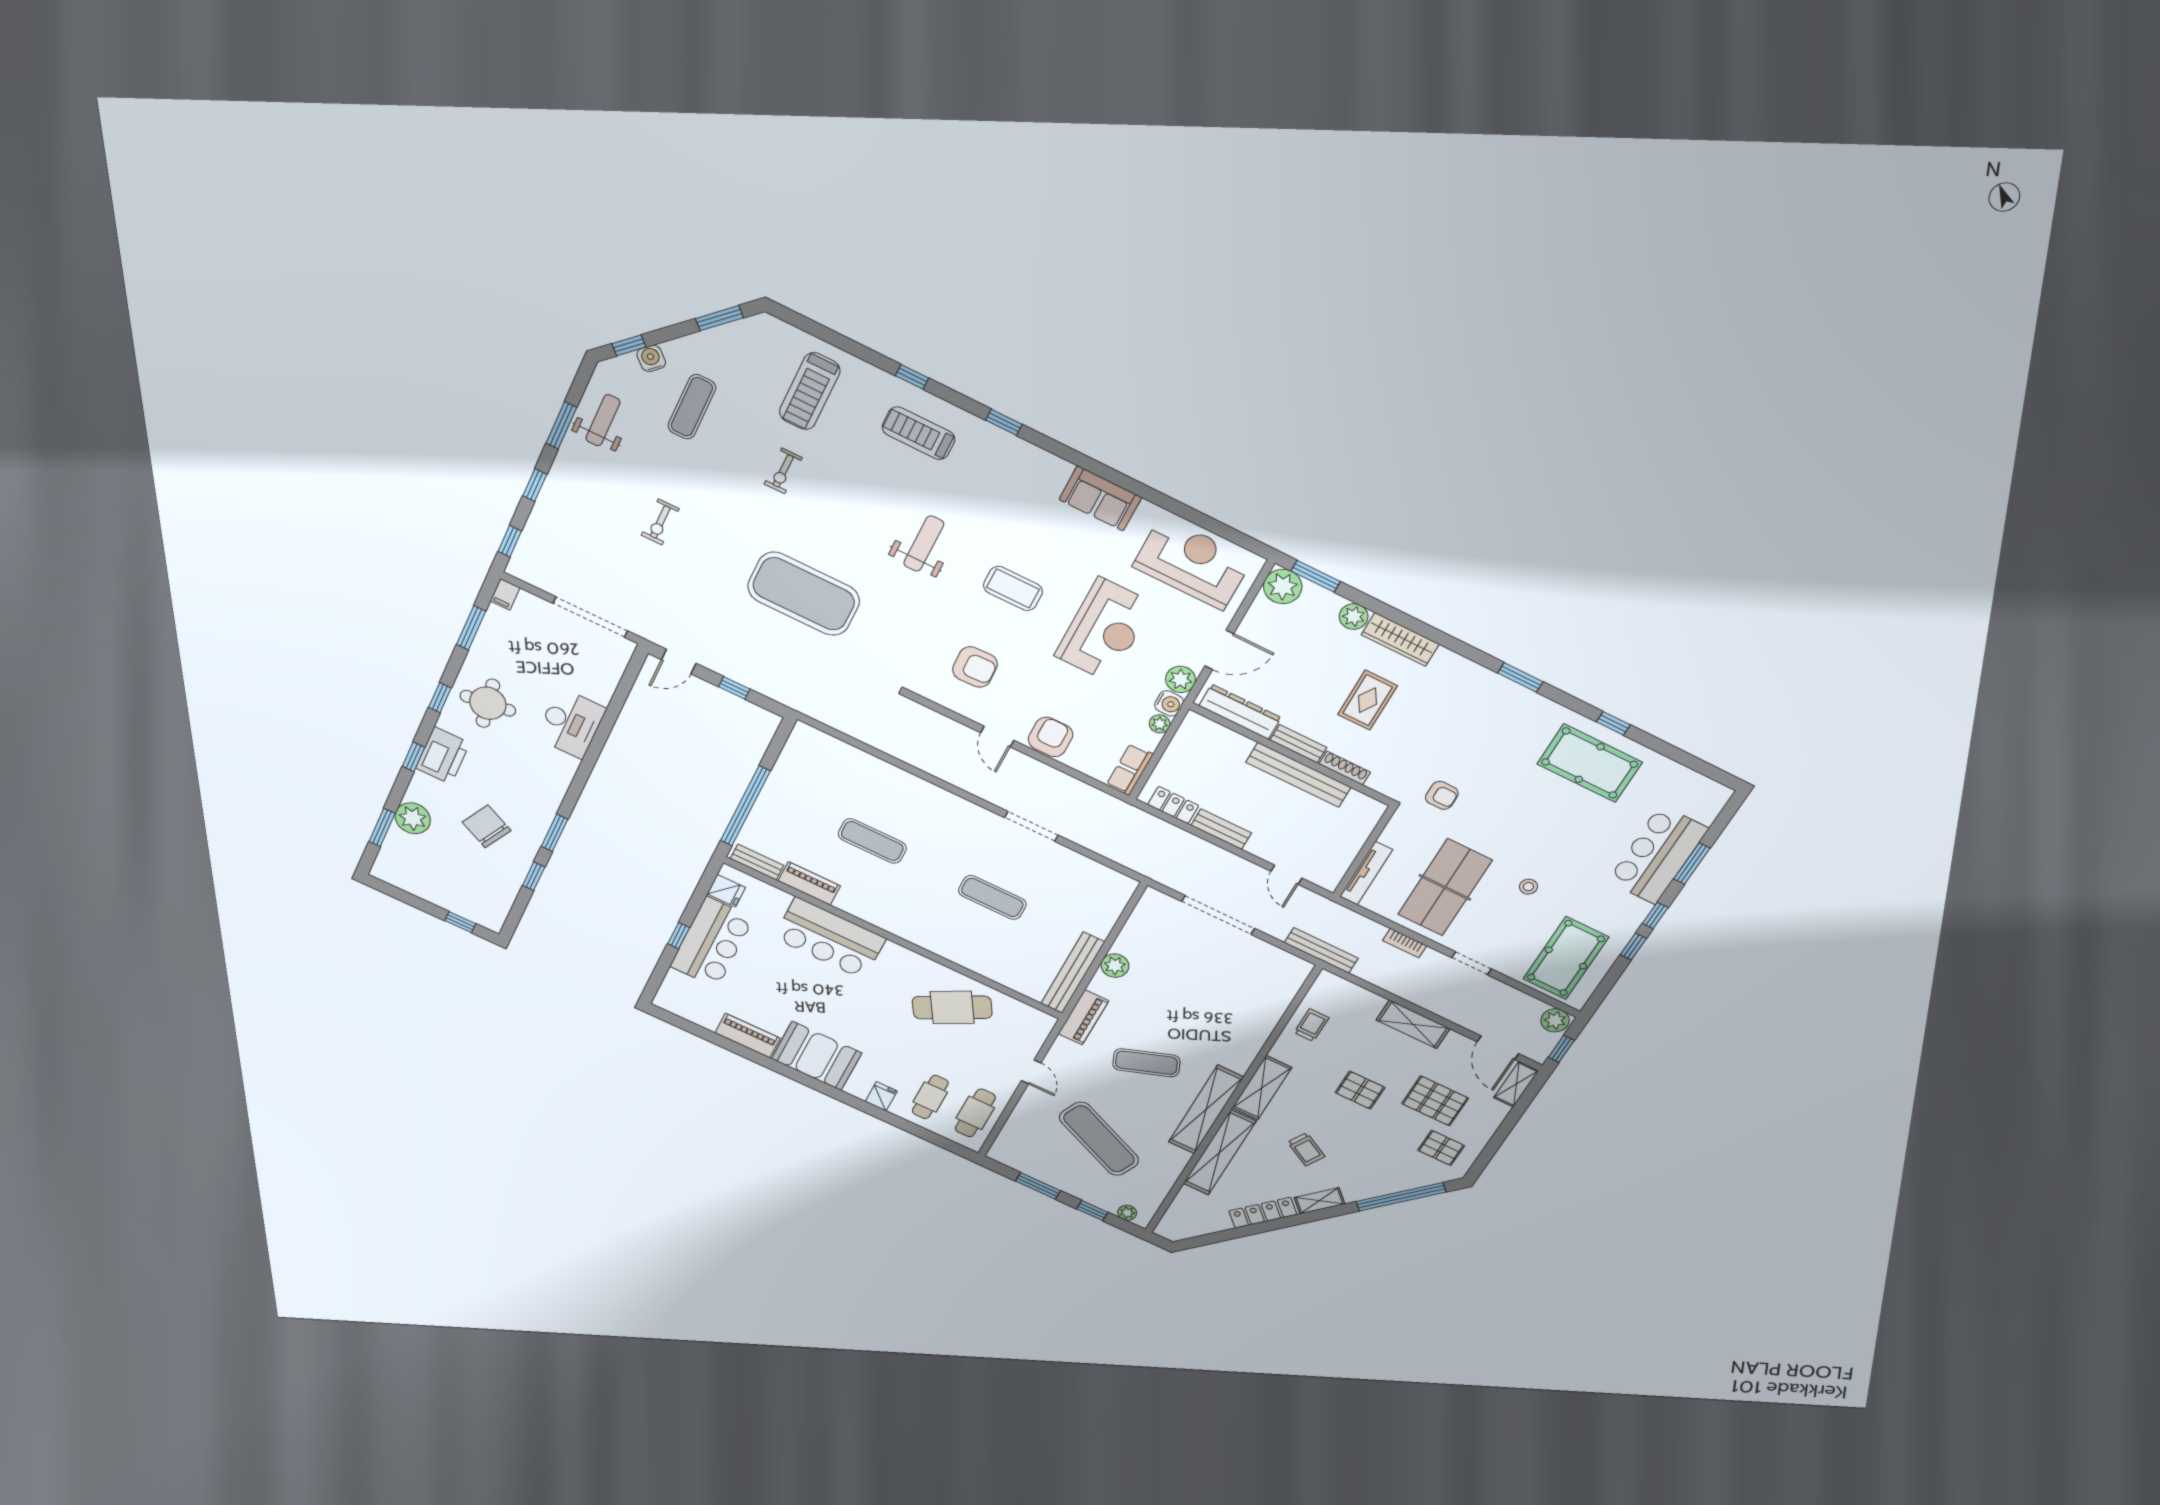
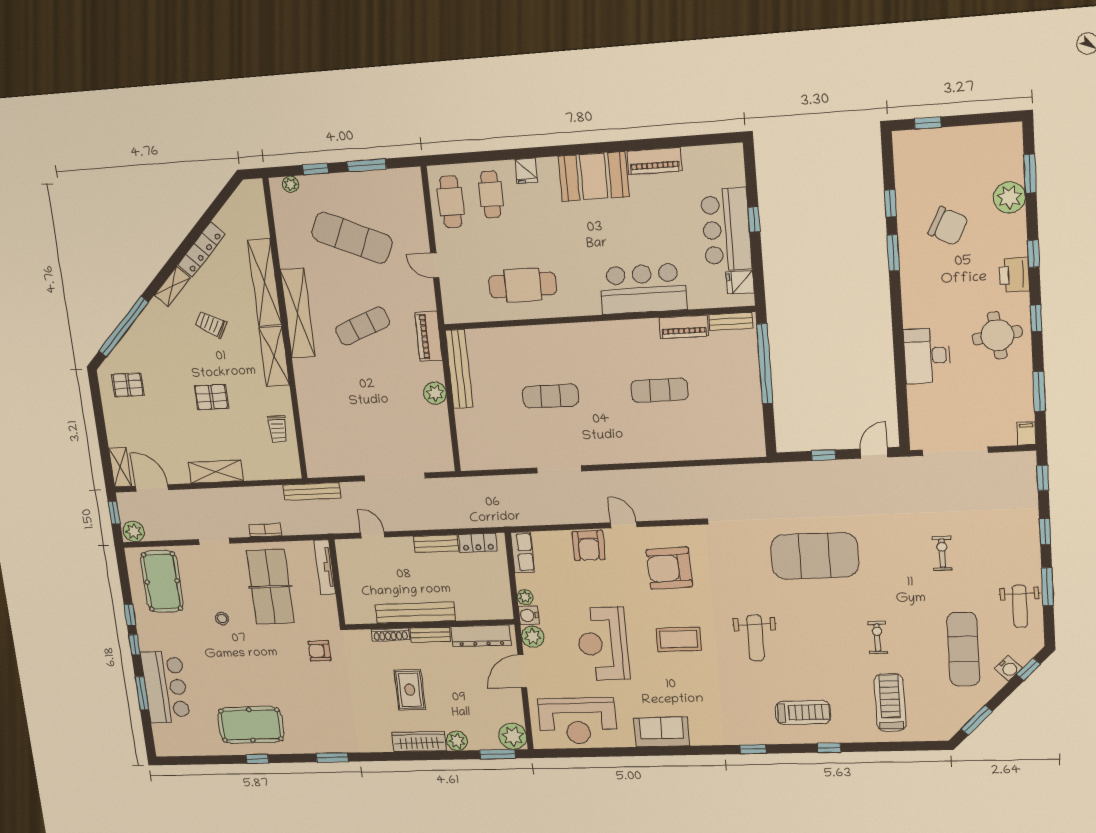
exercise mat: (692, 407) -> (963, 649), width x1.36, depth x1.45
armchair: (975, 667) -> (669, 568), width x1.36, depth x1.36
printer: (443, 756) -> (1014, 275), width x0.73, depth x0.84
cafe table: (952, 1007) -> (523, 285), turned 30
pallet: (1435, 1101) -> (159, 420), removed

